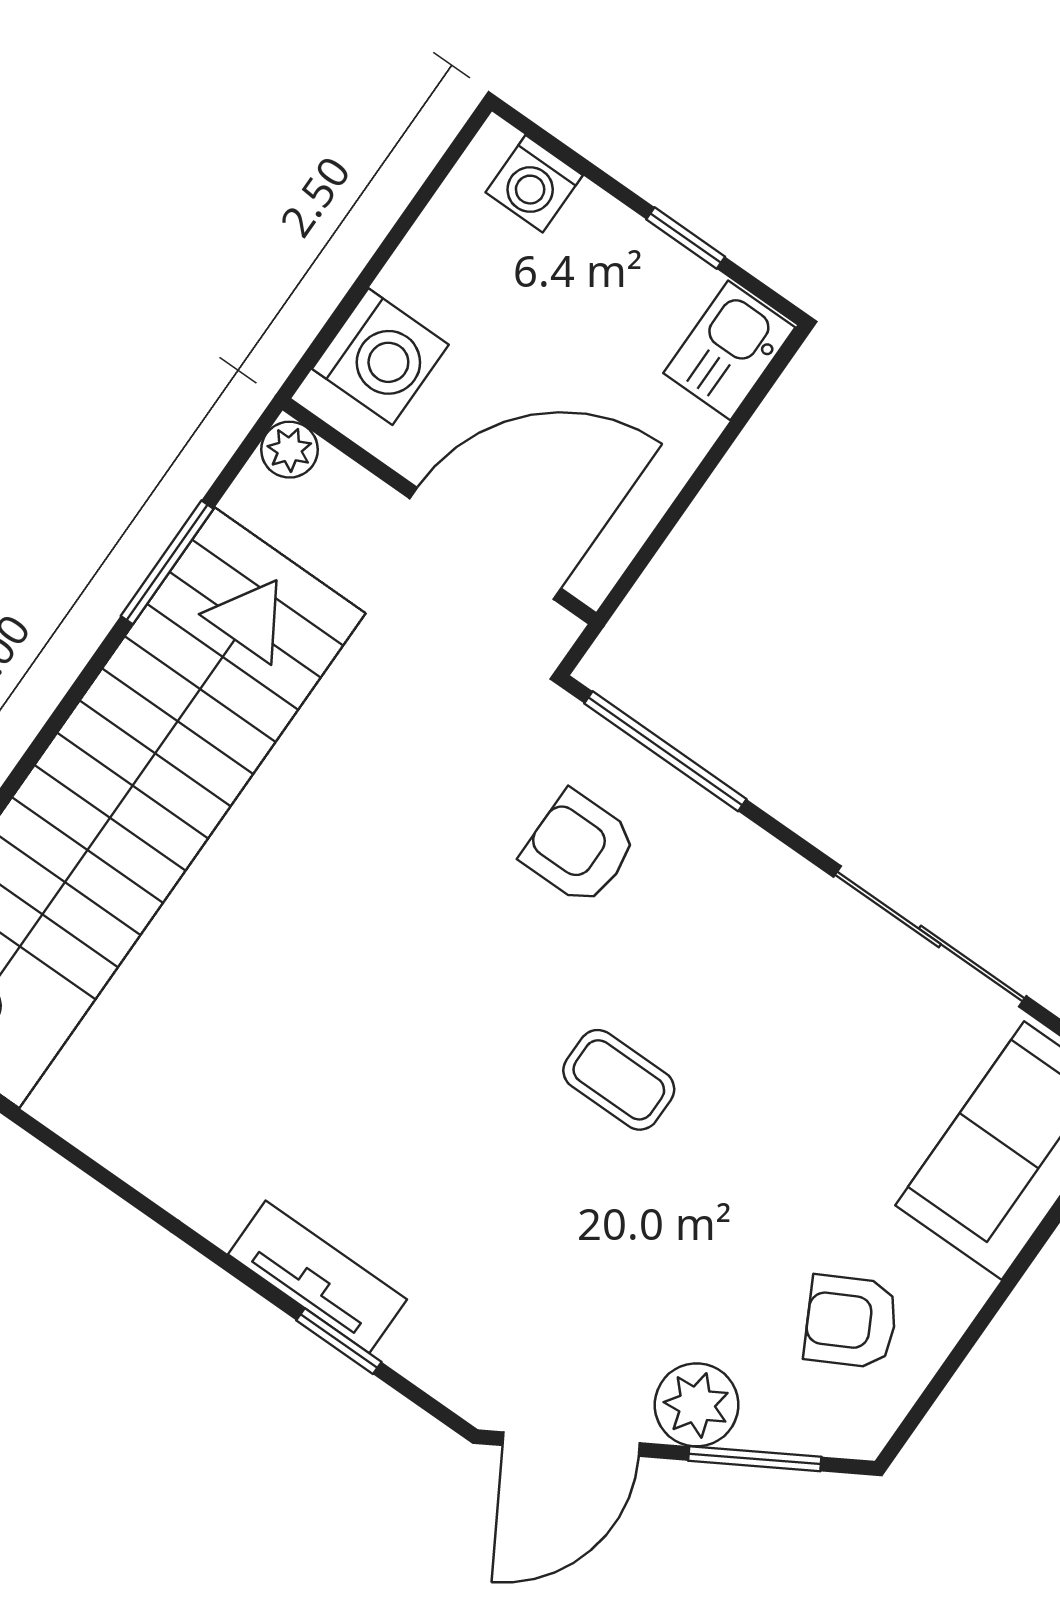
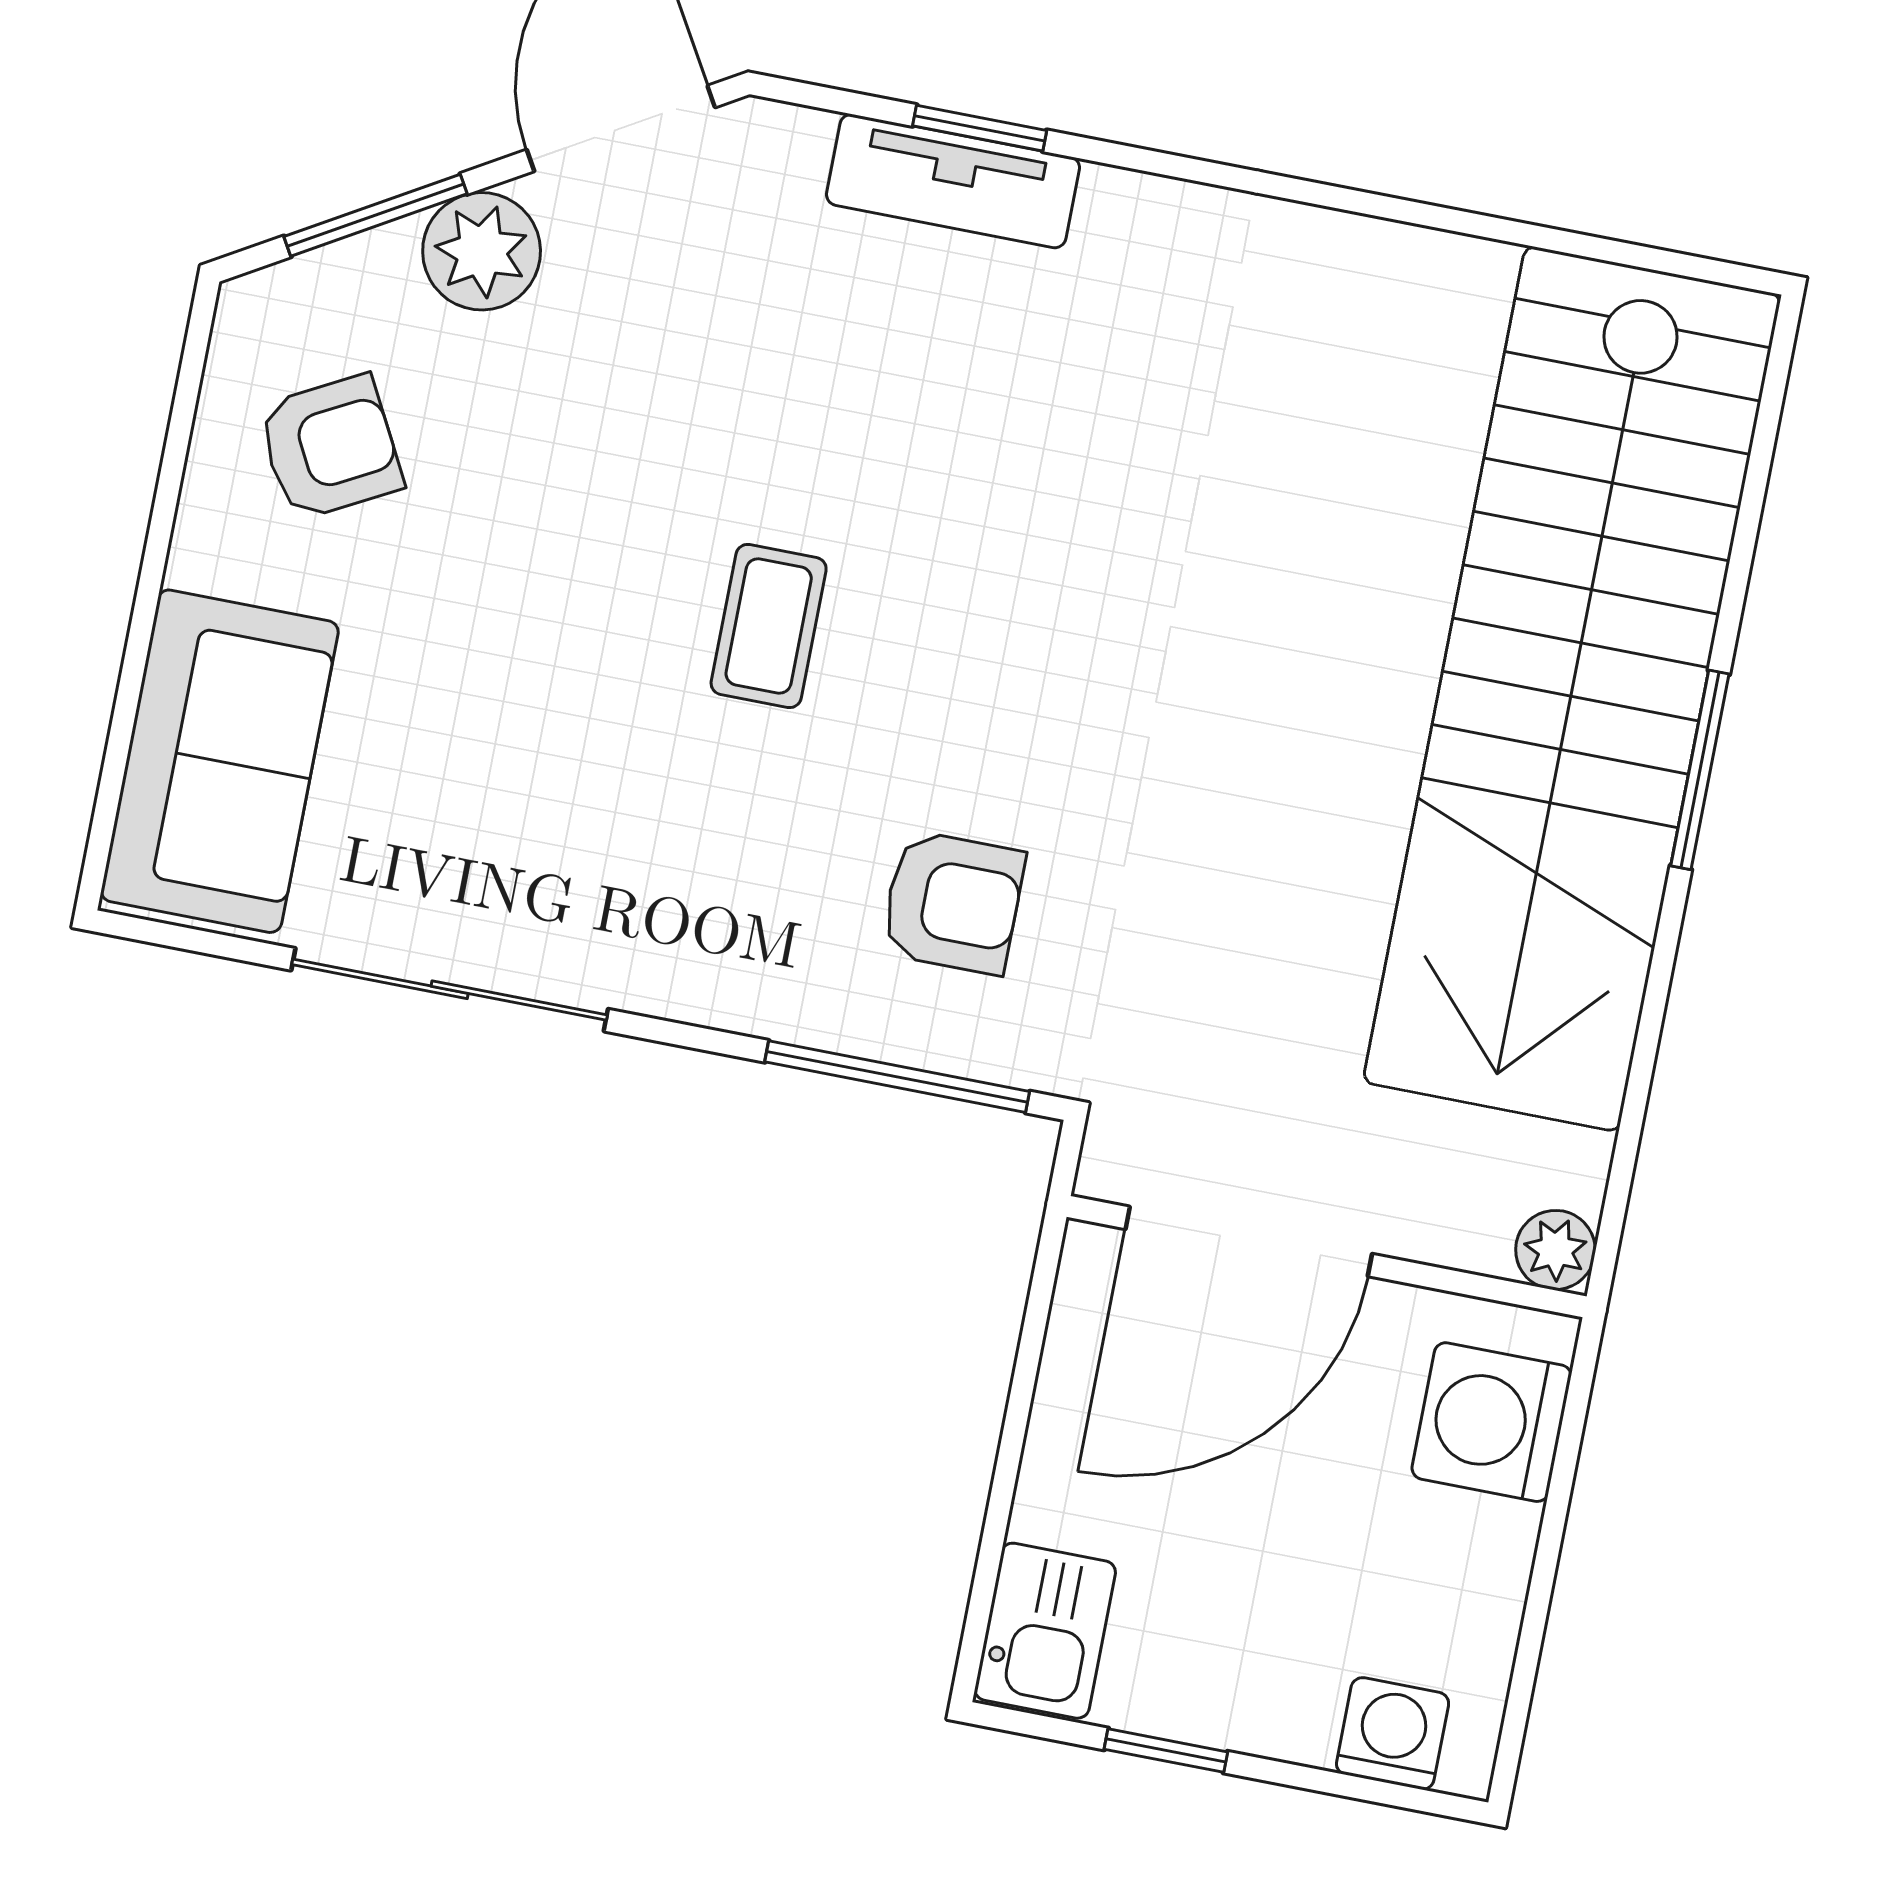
window: (167, 562) -> (1700, 770), moved
coffee table: (619, 1080) -> (769, 626), turned 90
tv unit: (317, 1277) -> (953, 181), moved

